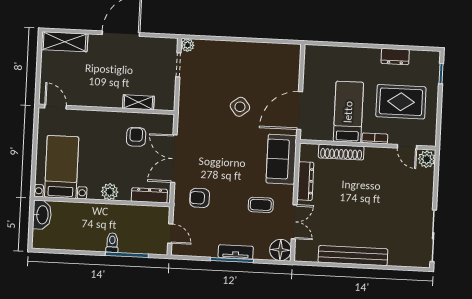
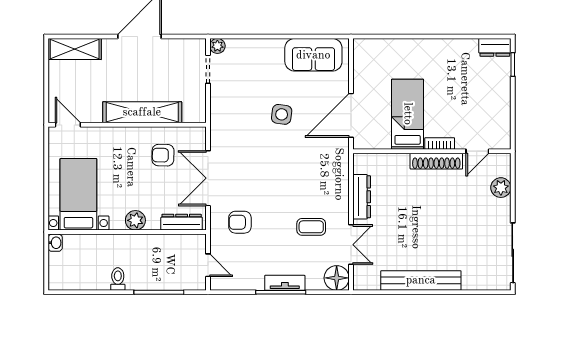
dresser: (395, 56) -> (495, 47), moved
shelving: (138, 102) -> (142, 112), width x2.20, depth x1.33
rug: (401, 102) -> (468, 99), removed
side table: (240, 107) -> (282, 114), turned 45
armchair: (136, 137) -> (163, 155), turned -89
door: (407, 147) -> (477, 151), hinge flipped
shoe rack: (341, 152) -> (436, 161), moved
sofa: (281, 159) -> (313, 55), moved, turned -90
plant: (427, 159) -> (501, 188), moved
washbasin: (42, 215) -> (55, 243), width x0.52, depth x0.69
toilet: (112, 243) -> (118, 279), moved

